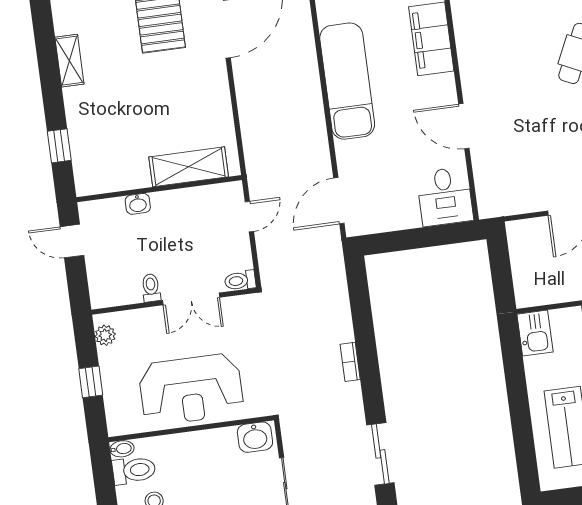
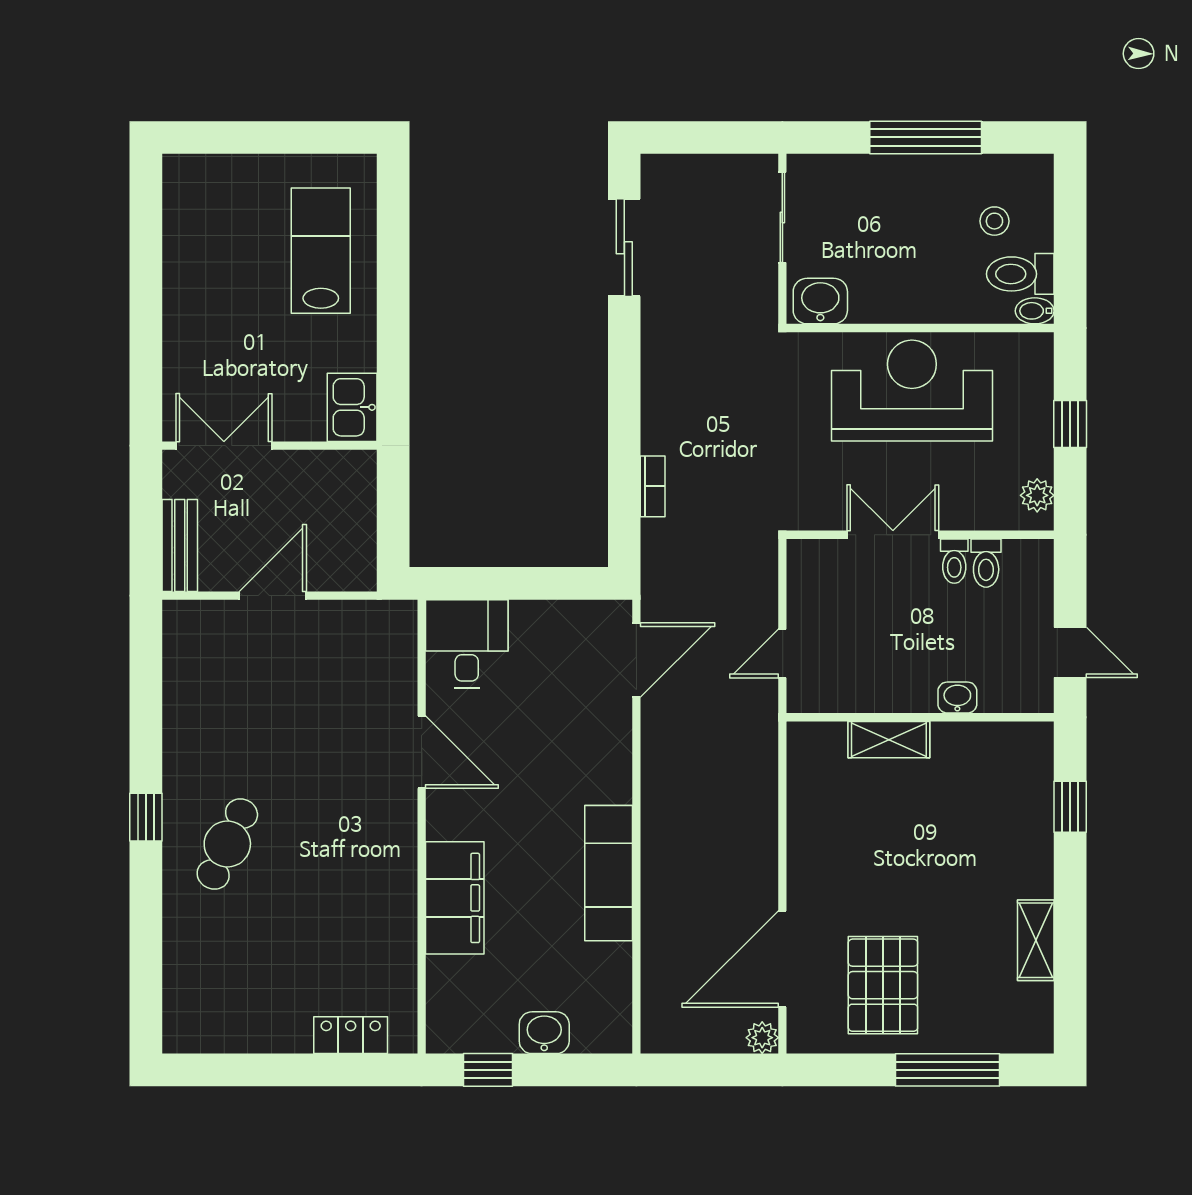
exam couch: (347, 81) -> (609, 873), width x0.73, depth x0.69
shelving: (189, 167) -> (889, 740), width x0.67, depth x0.75
toilet: (240, 281) -> (986, 563), moved, turned 90
bookcase: (350, 362) -> (653, 486), moved

